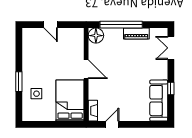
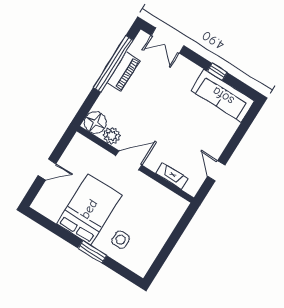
window: (121, 25) -> (113, 64), moved
plant: (94, 50) -> (112, 136), added
bed: (70, 101) -> (89, 209), moved, turned 90
fireplace: (93, 111) -> (172, 176), moved

